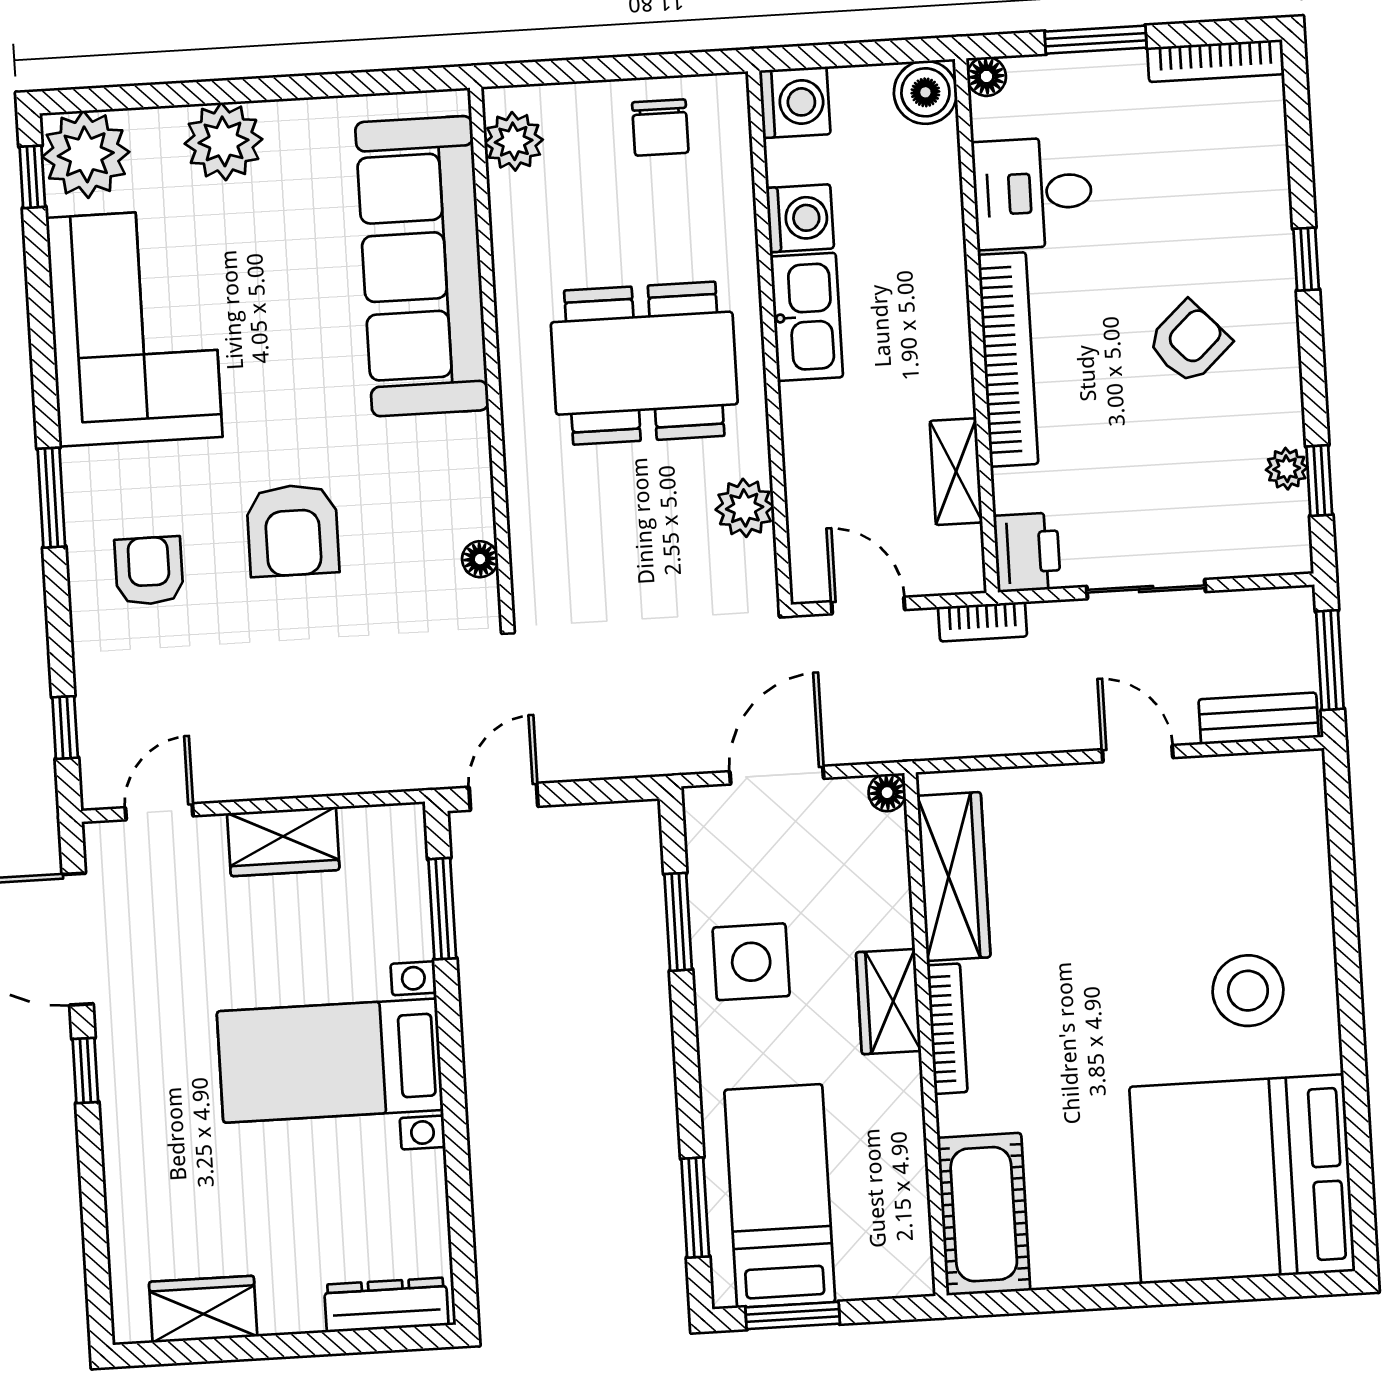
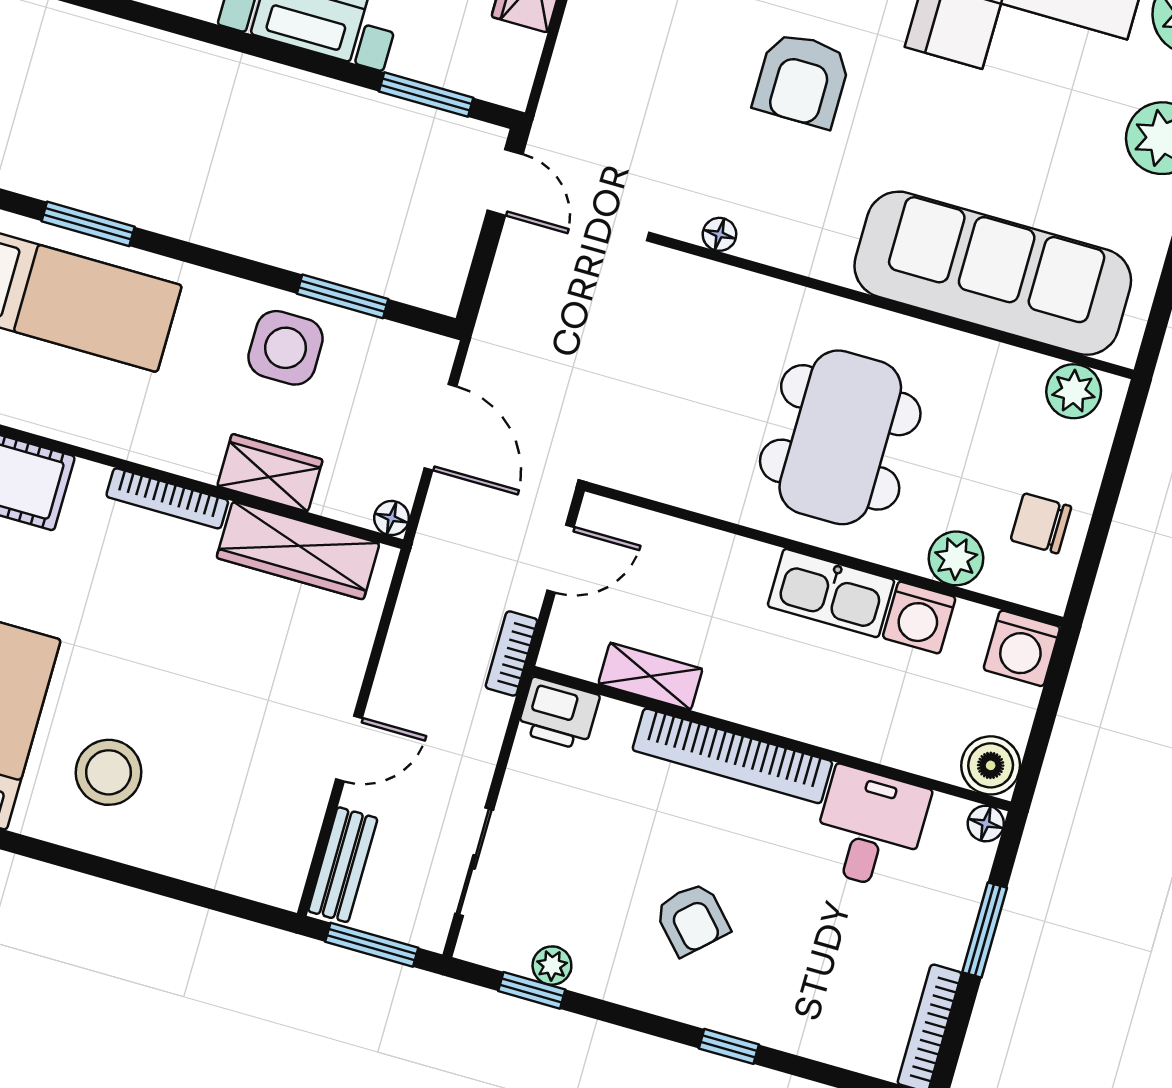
plant: (745, 508) -> (956, 558), moved
armchair: (293, 530) -> (802, 80), turned -90
sliding door: (1146, 589) -> (474, 862), moved
wardrobe: (888, 1002) -> (270, 473), moved

